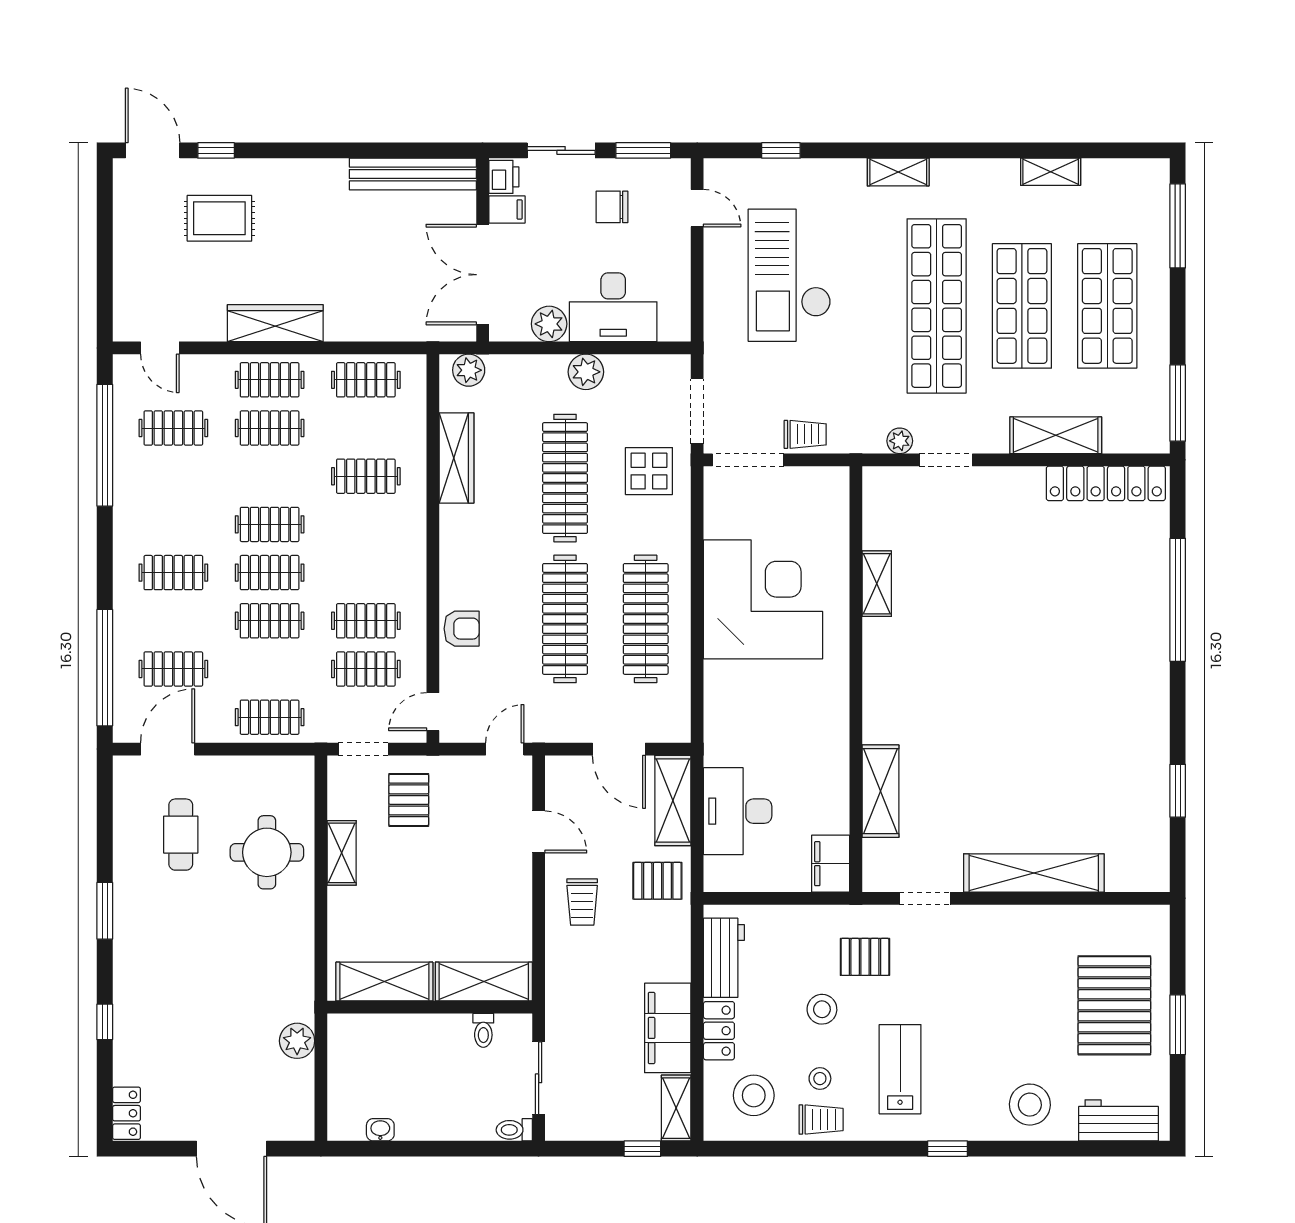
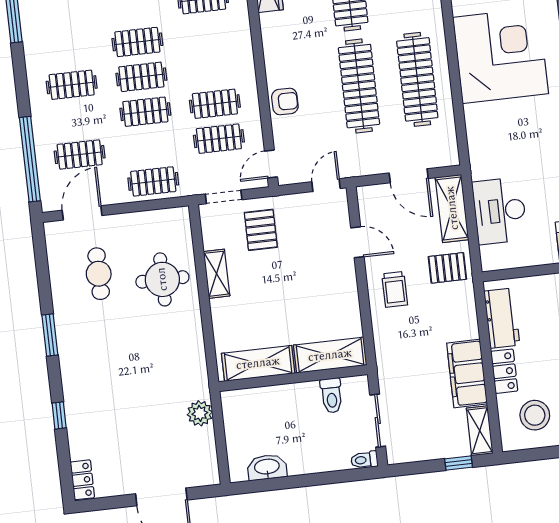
toilet: (483, 1030) -> (331, 395), width x1.37, depth x1.39
washbasin: (380, 1130) -> (267, 467), width x1.91, depth x1.45

